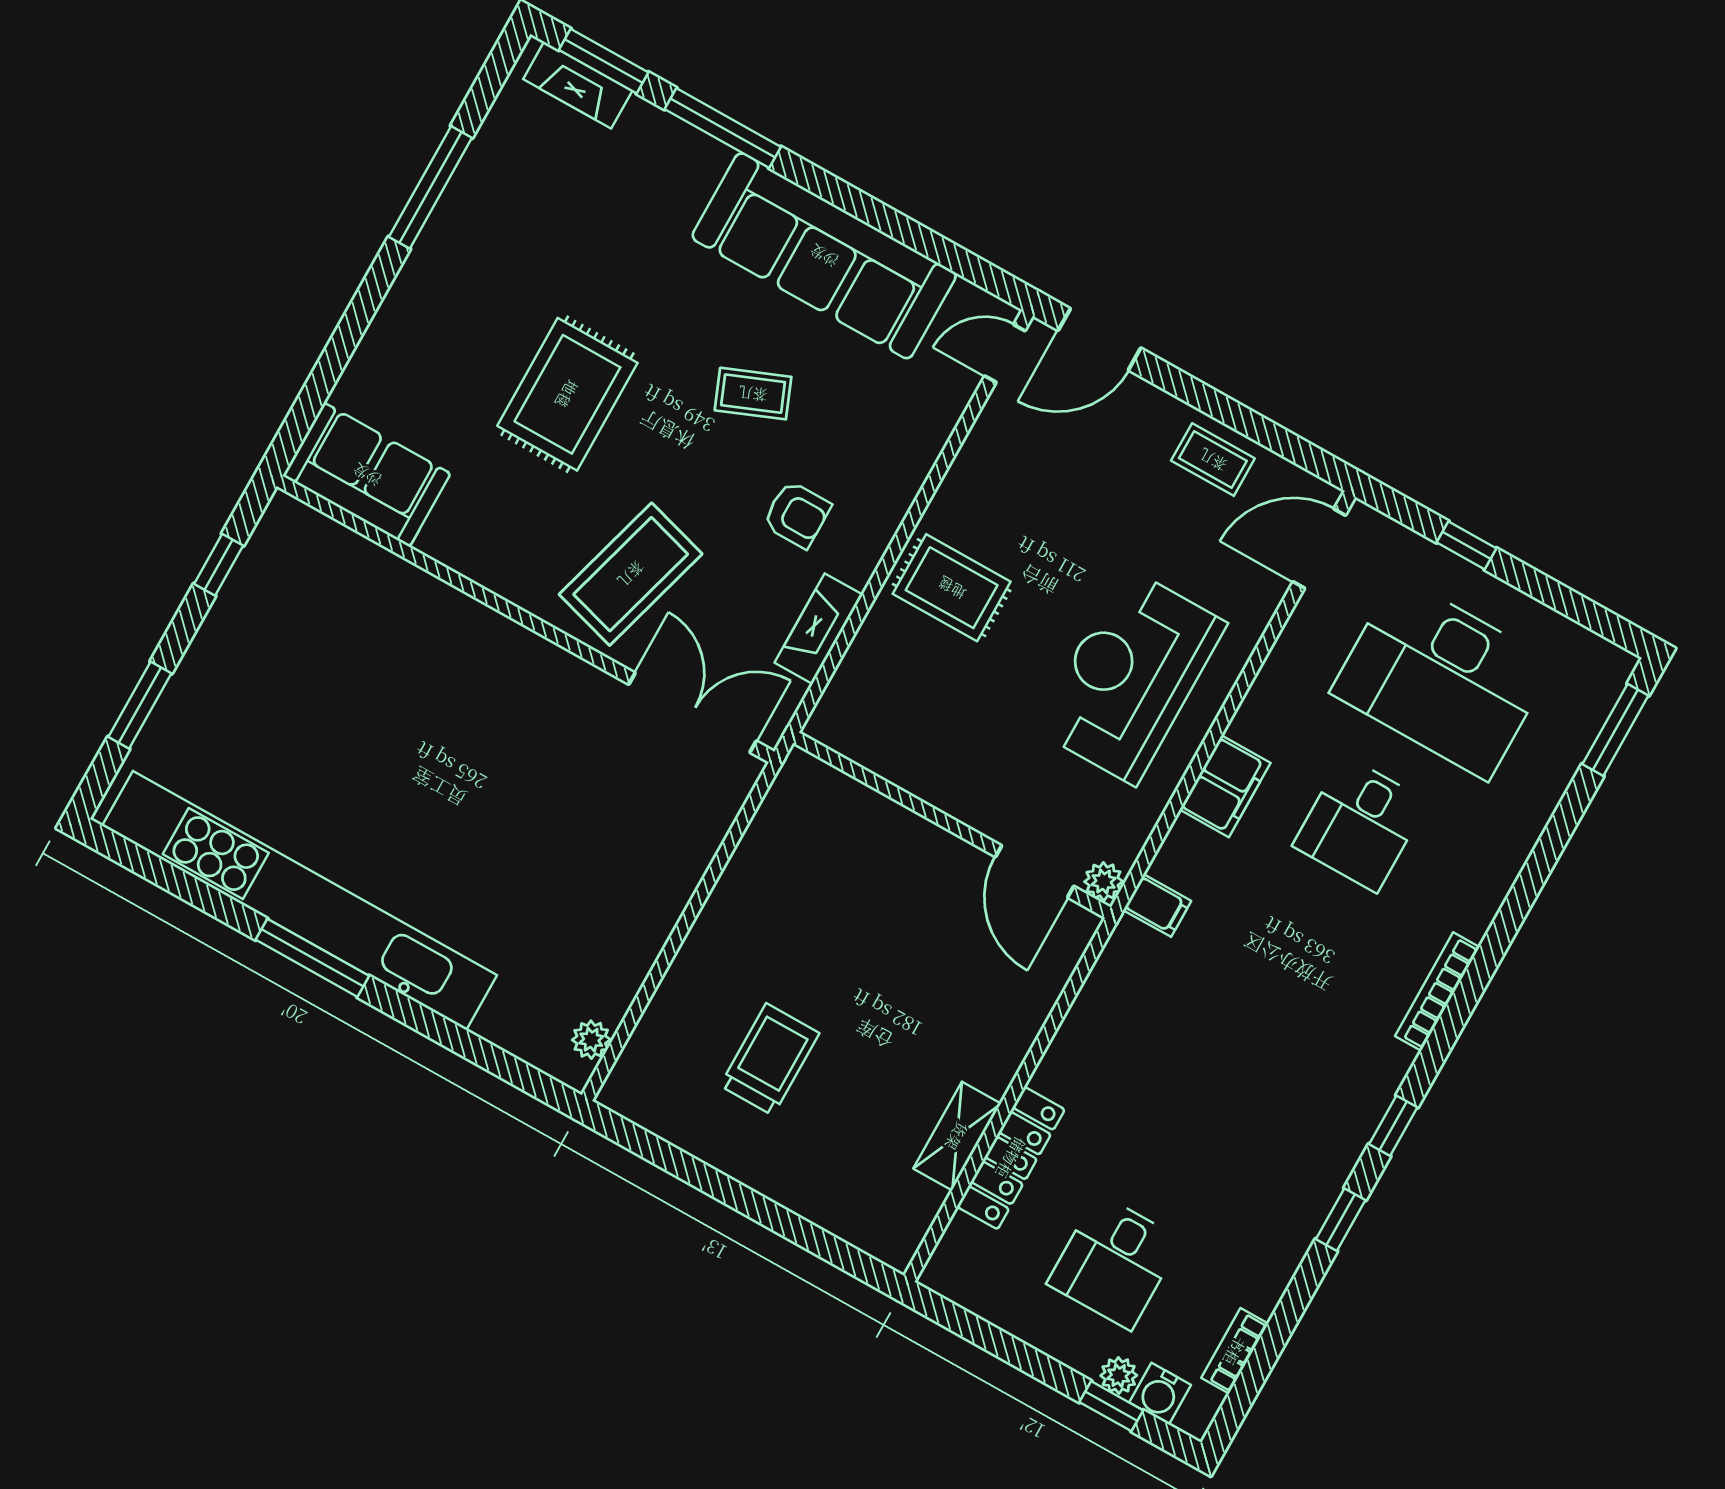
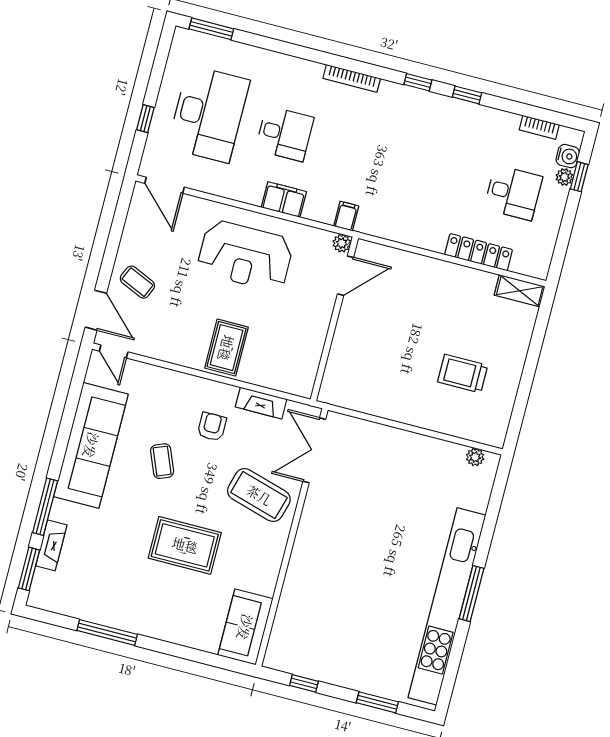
fireplace: (578, 85) -> (51, 545), moved
coffee table: (1213, 460) -> (137, 282), moved, turned -66
shelving: (957, 1136) -> (520, 291), moved

